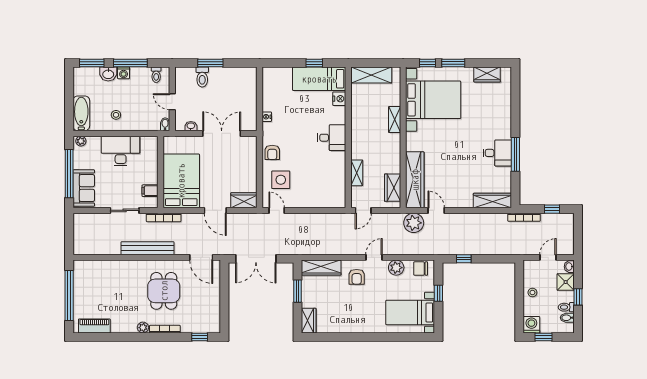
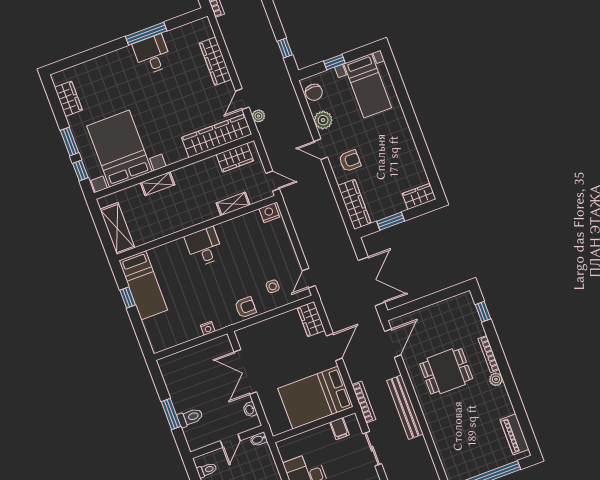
nightstand: (339, 99) -> (269, 213), moved
side table: (281, 180) -> (273, 286), width x0.54, depth x0.54
wardrobe: (492, 200) -> (215, 61), moved
plant: (414, 223) -> (258, 116), width x0.53, depth x0.53

